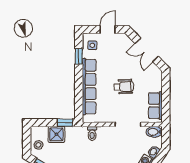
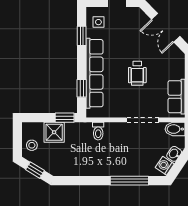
wheelchair: (124, 87) -> (137, 73), turned 93
window: (79, 99) -> (82, 88), added

